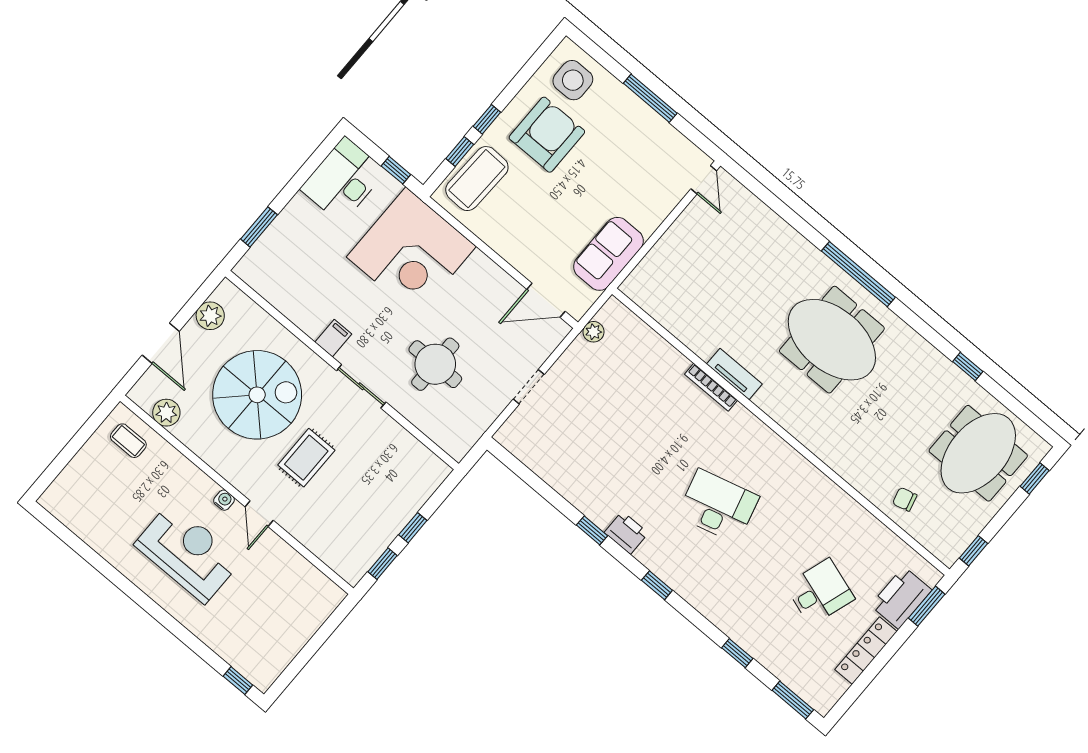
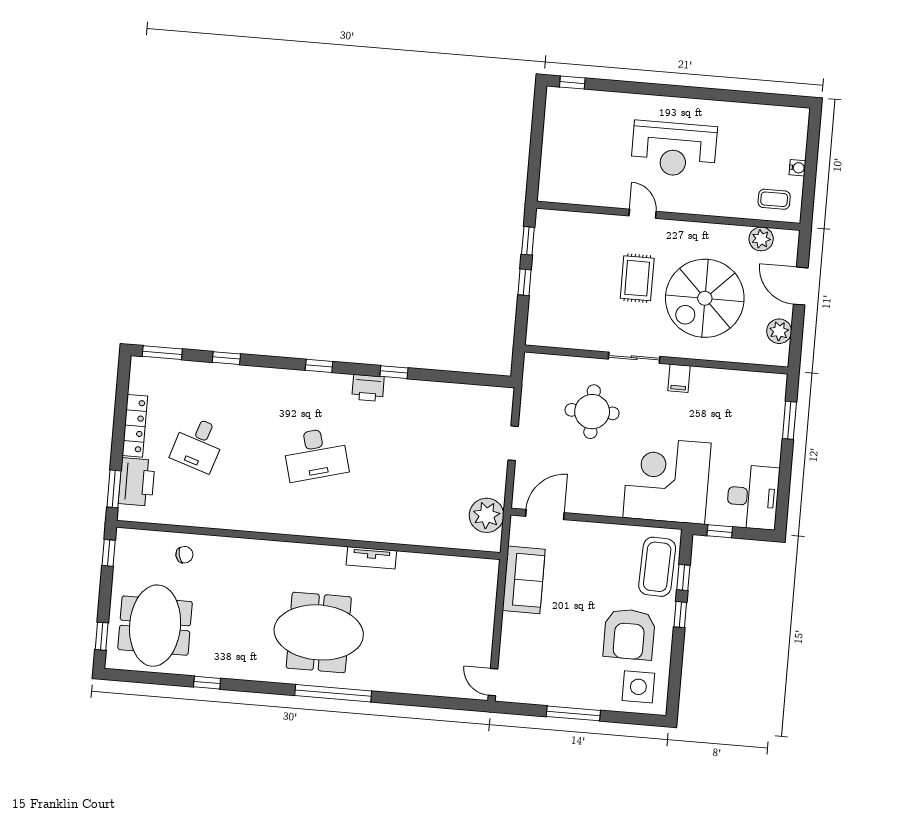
plant: (594, 332) -> (487, 515), width x1.87, depth x1.87
bookcase: (711, 387) -> (381, 536), removed
water cooler: (224, 500) -> (797, 168), moved, turned -90

